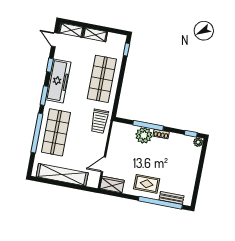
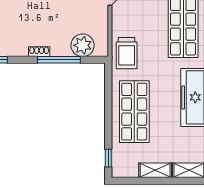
trolley: (99, 121) -> (127, 53), turned 180
plant: (144, 135) -> (83, 45), moved

